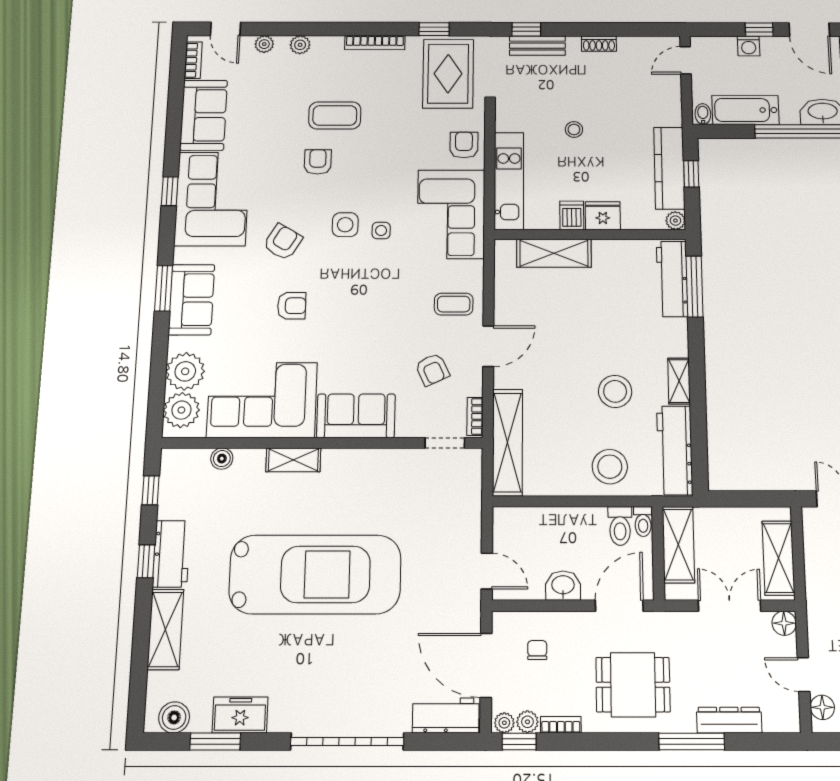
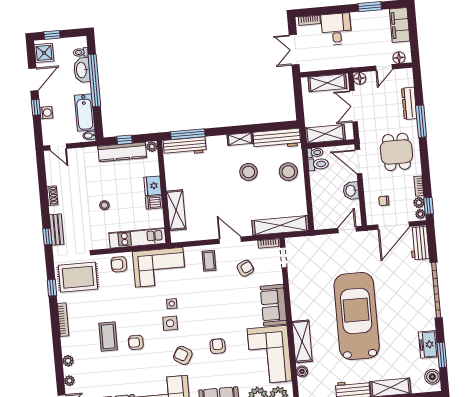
shelving: (293, 460) -> (302, 341), width x1.50, depth x1.33

